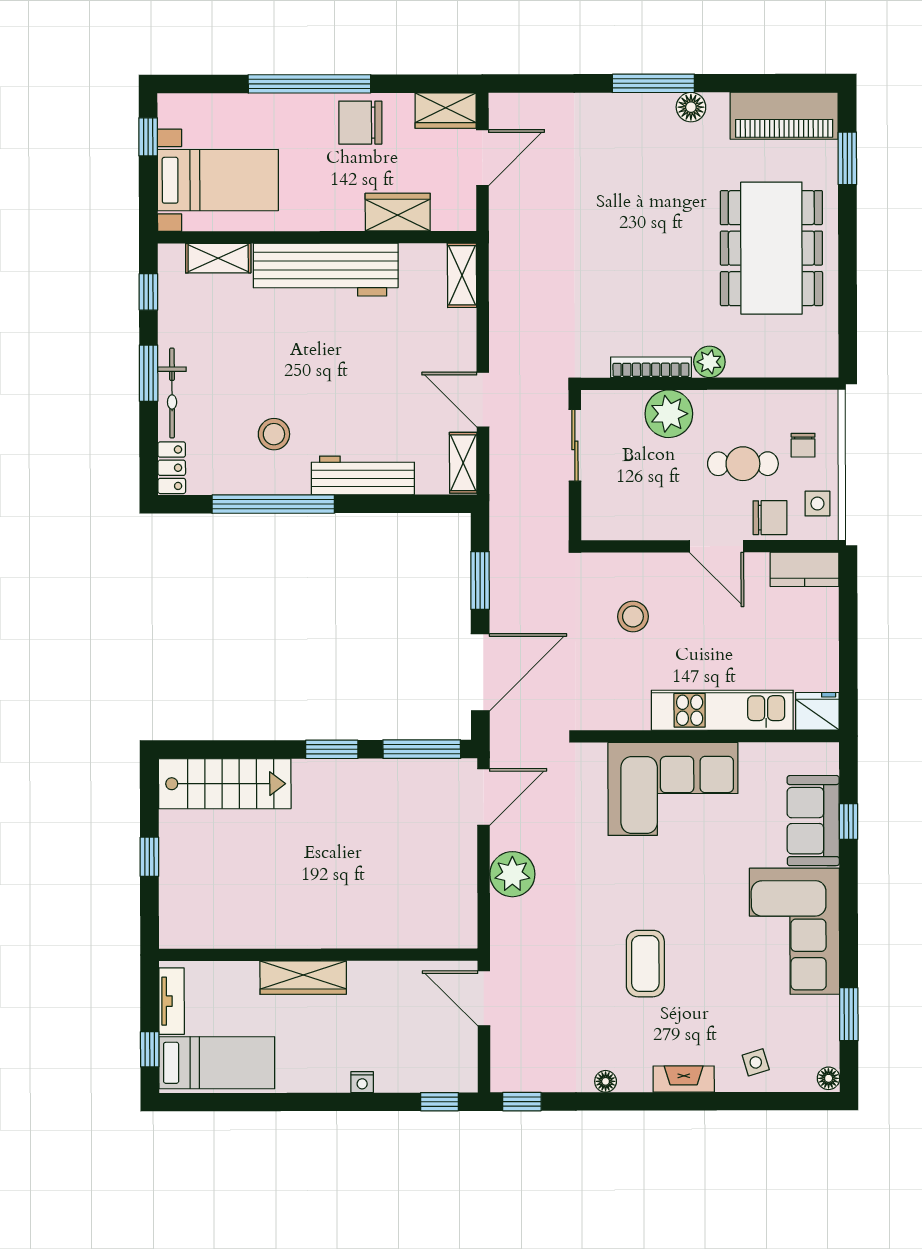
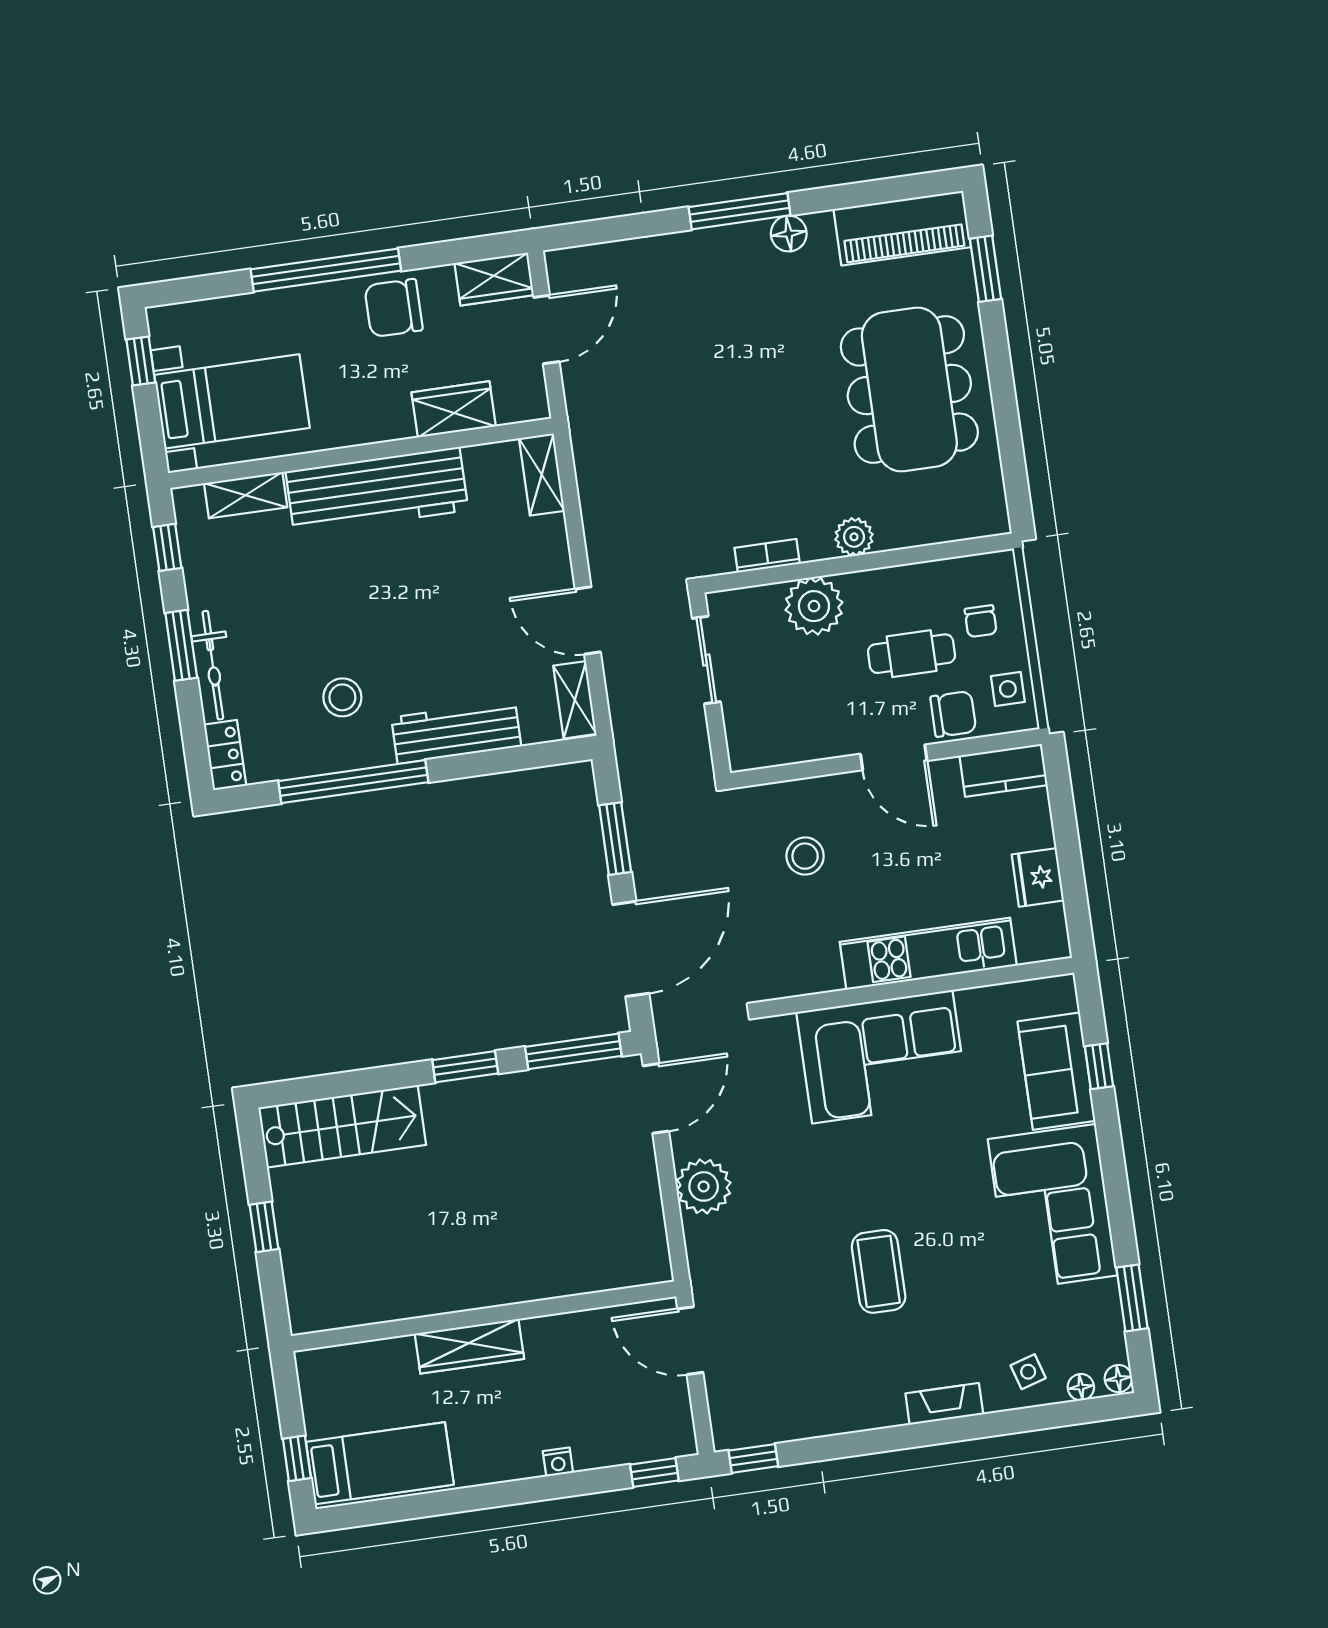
bookcase: (651, 367) -> (767, 556), width x0.64
fridge: (817, 711) -> (1038, 877), moved, turned -90
tv unit: (172, 1001) -> (315, 1397), removed
floor lamp: (606, 1081) -> (1081, 1387), moved

